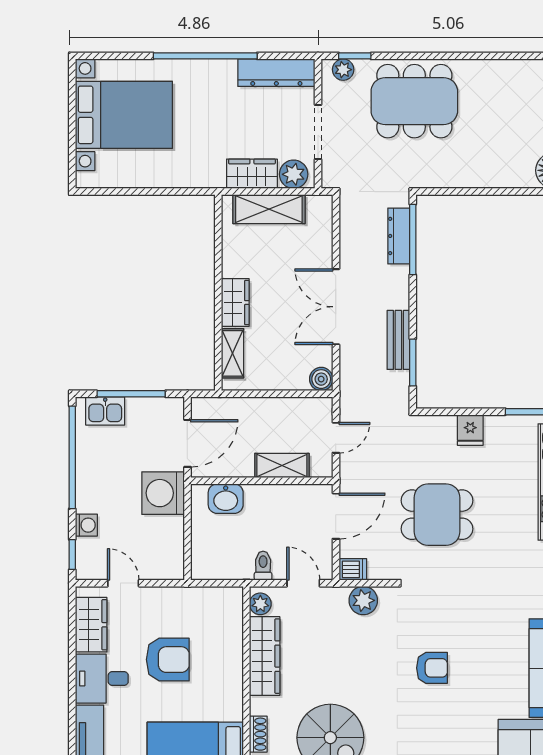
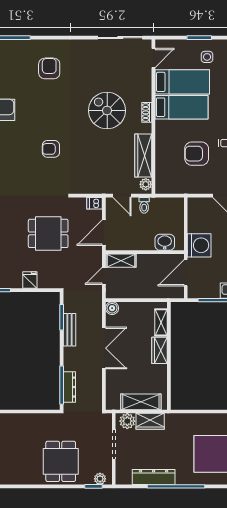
dresser: (276, 73) -> (154, 477), moved
dining table: (414, 101) -> (61, 461), width x0.73
shelving: (282, 466) -> (121, 261), moved
plant: (363, 600) -> (89, 186), removed

